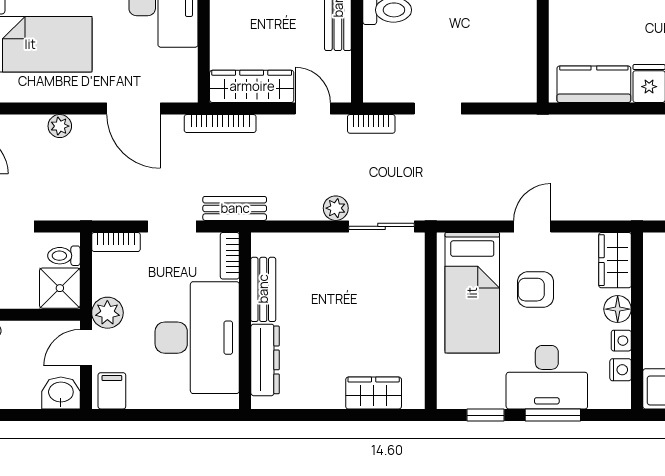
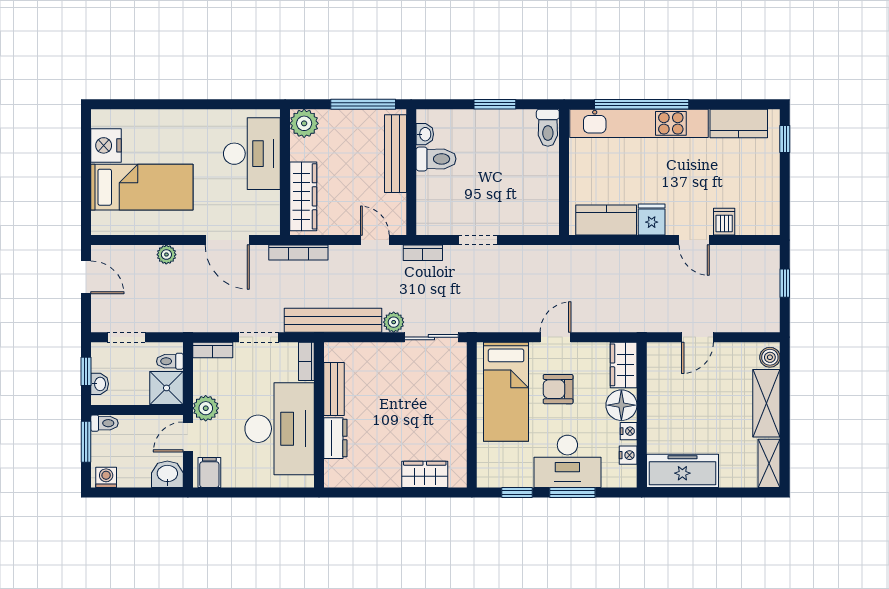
wardrobe: (252, 86) -> (303, 196), moved, turned 90
bench: (235, 208) -> (333, 320), width x1.86, depth x1.21
floor lamp: (618, 309) -> (621, 405), width x1.38, depth x1.38
dresser: (265, 360) -> (335, 438), width x0.70

